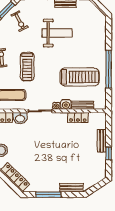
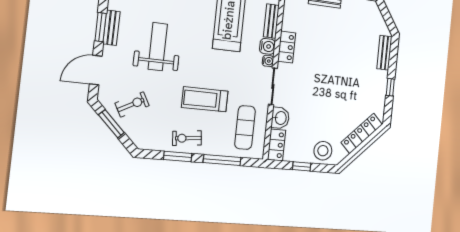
treadmill: (27, 67) -> (205, 99), turned 180
locker: (78, 118) -> (287, 47), moved
window: (48, 195) -> (390, 87), width x0.46

